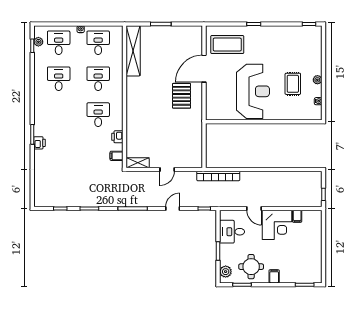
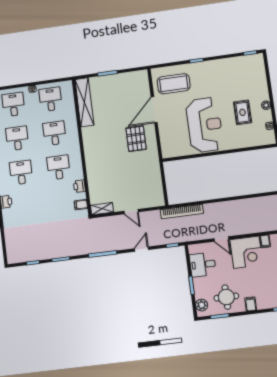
desk: (59, 115) -> (21, 172), added
door: (167, 169) -> (131, 212), hinge flipped

